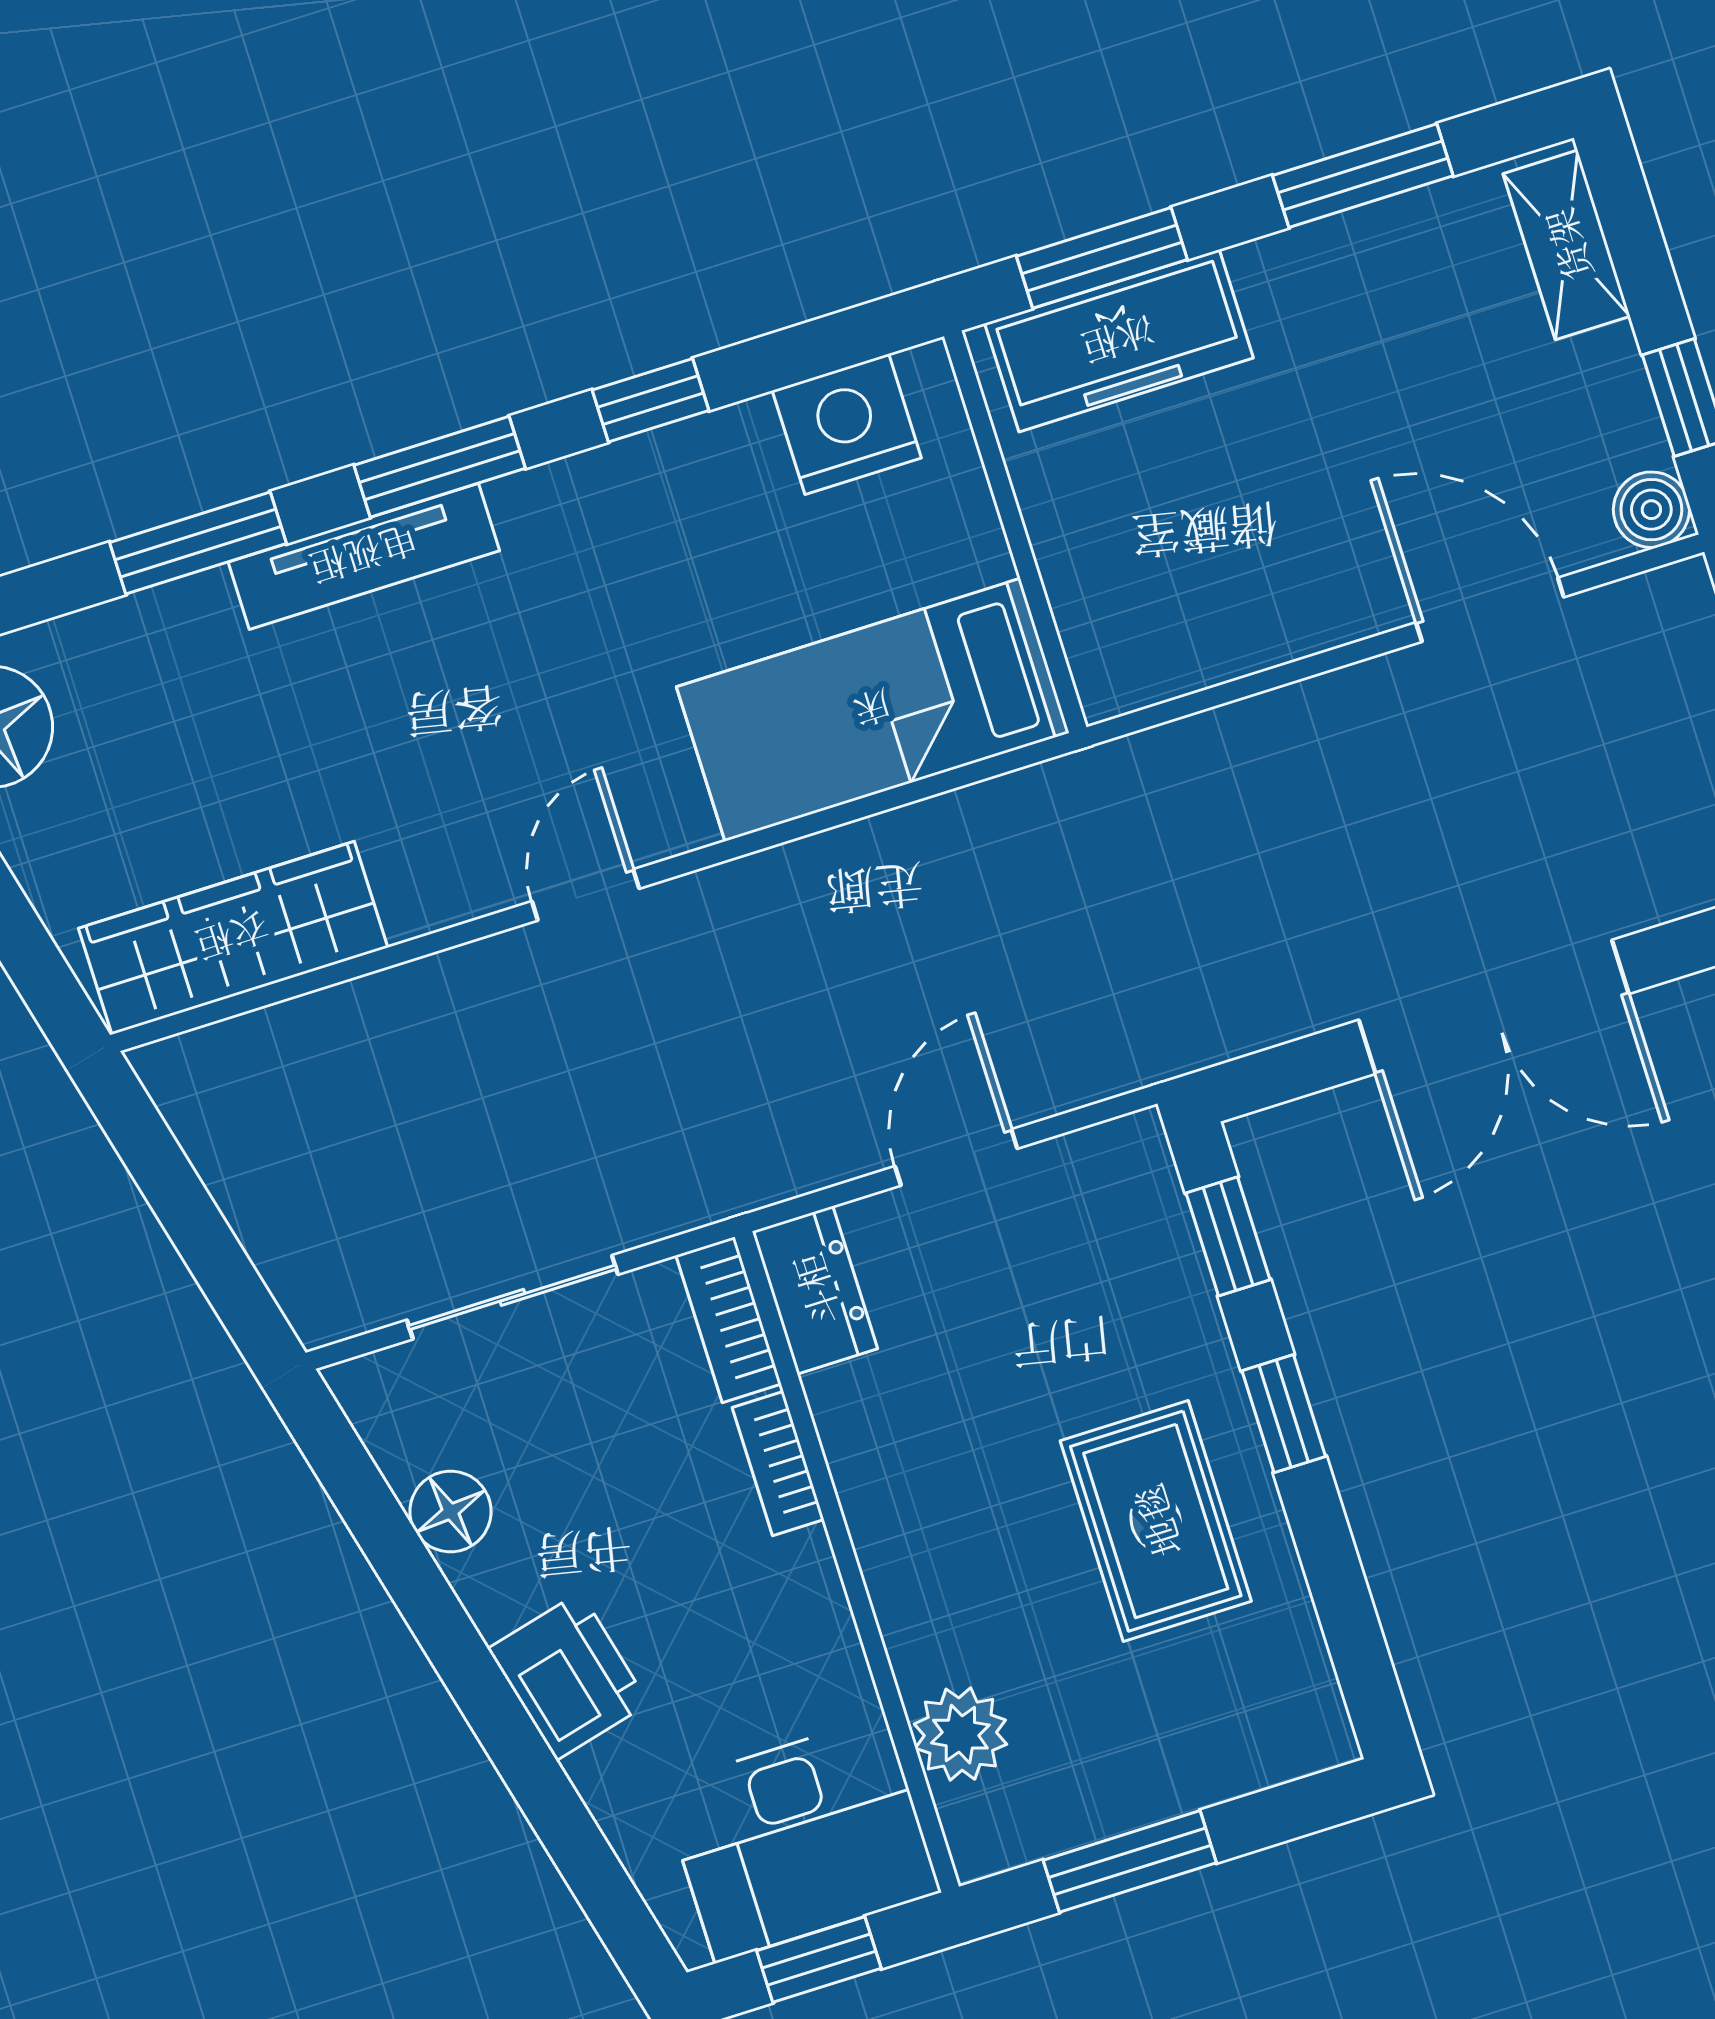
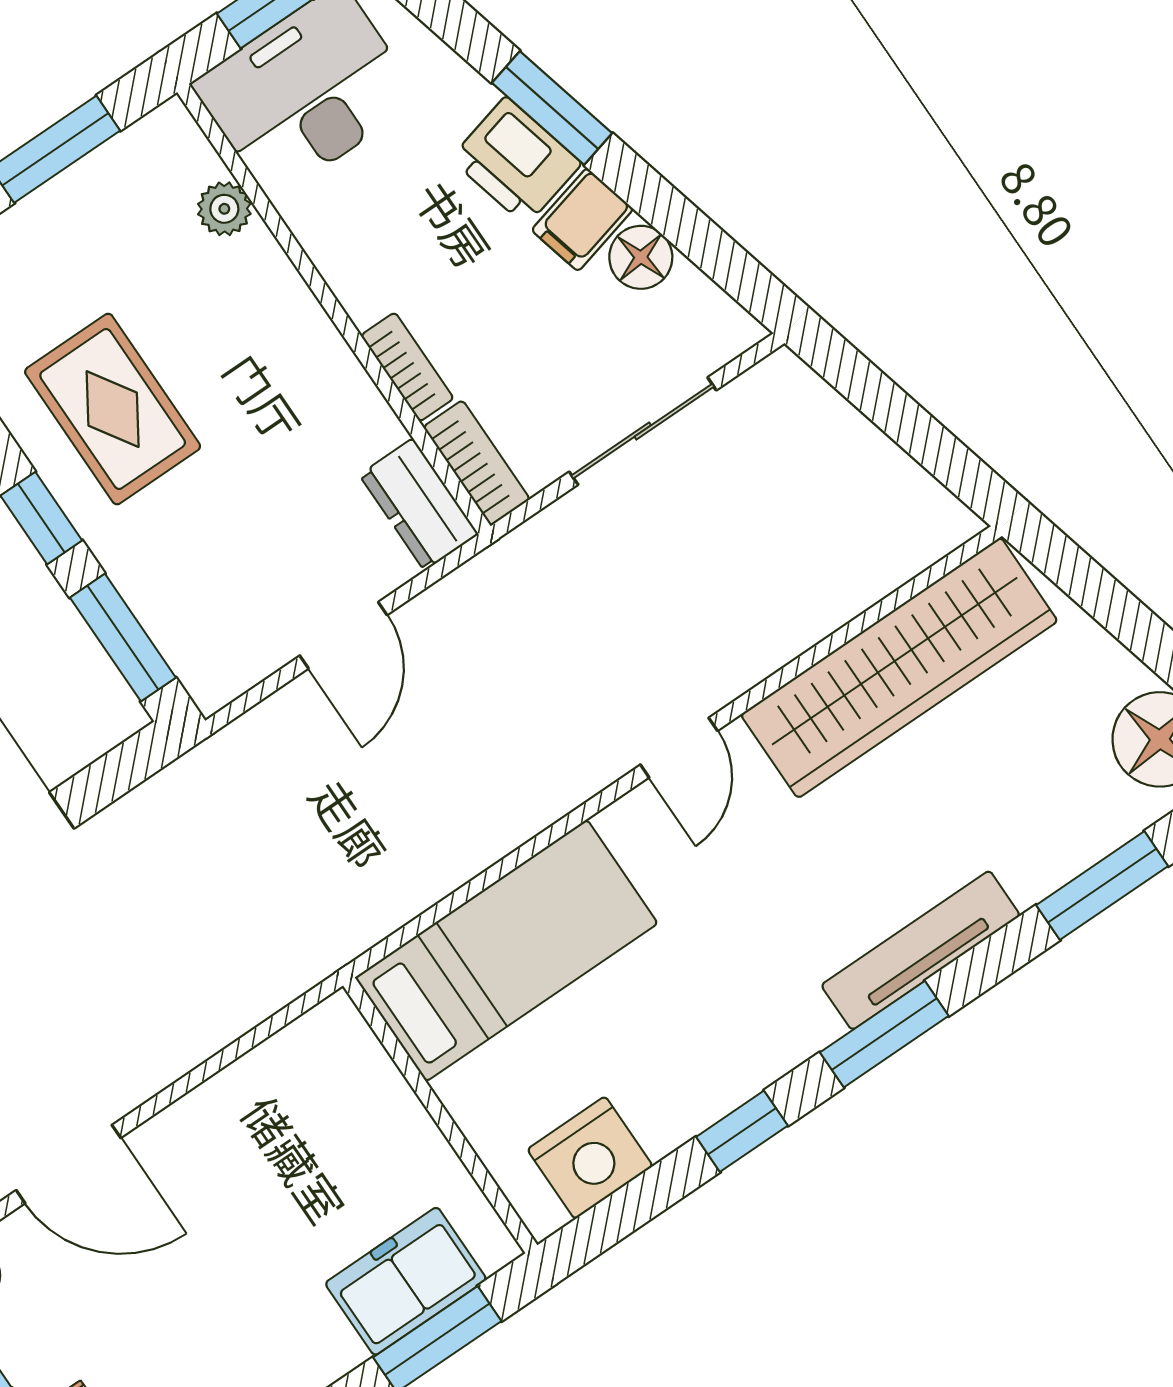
freezer: (1119, 341) -> (406, 1281), width x0.71
window: (198, 543) -> (1102, 886), moved
wardrobe: (233, 938) -> (899, 668), width x1.40, depth x1.17
window: (1228, 1236) -> (123, 638), width x1.50
filing cabinet: (508, 1580) -> (582, 220), added
window: (504, 1728) -> (552, 108), added
plant: (960, 1734) -> (224, 209), width x0.73, depth x0.73

